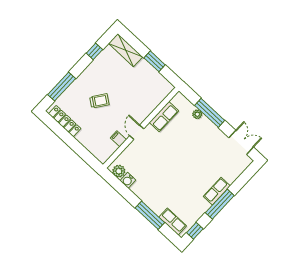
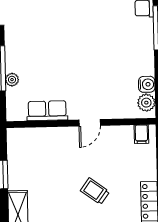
filing cabinet: (118, 139) -> (141, 134), moved

